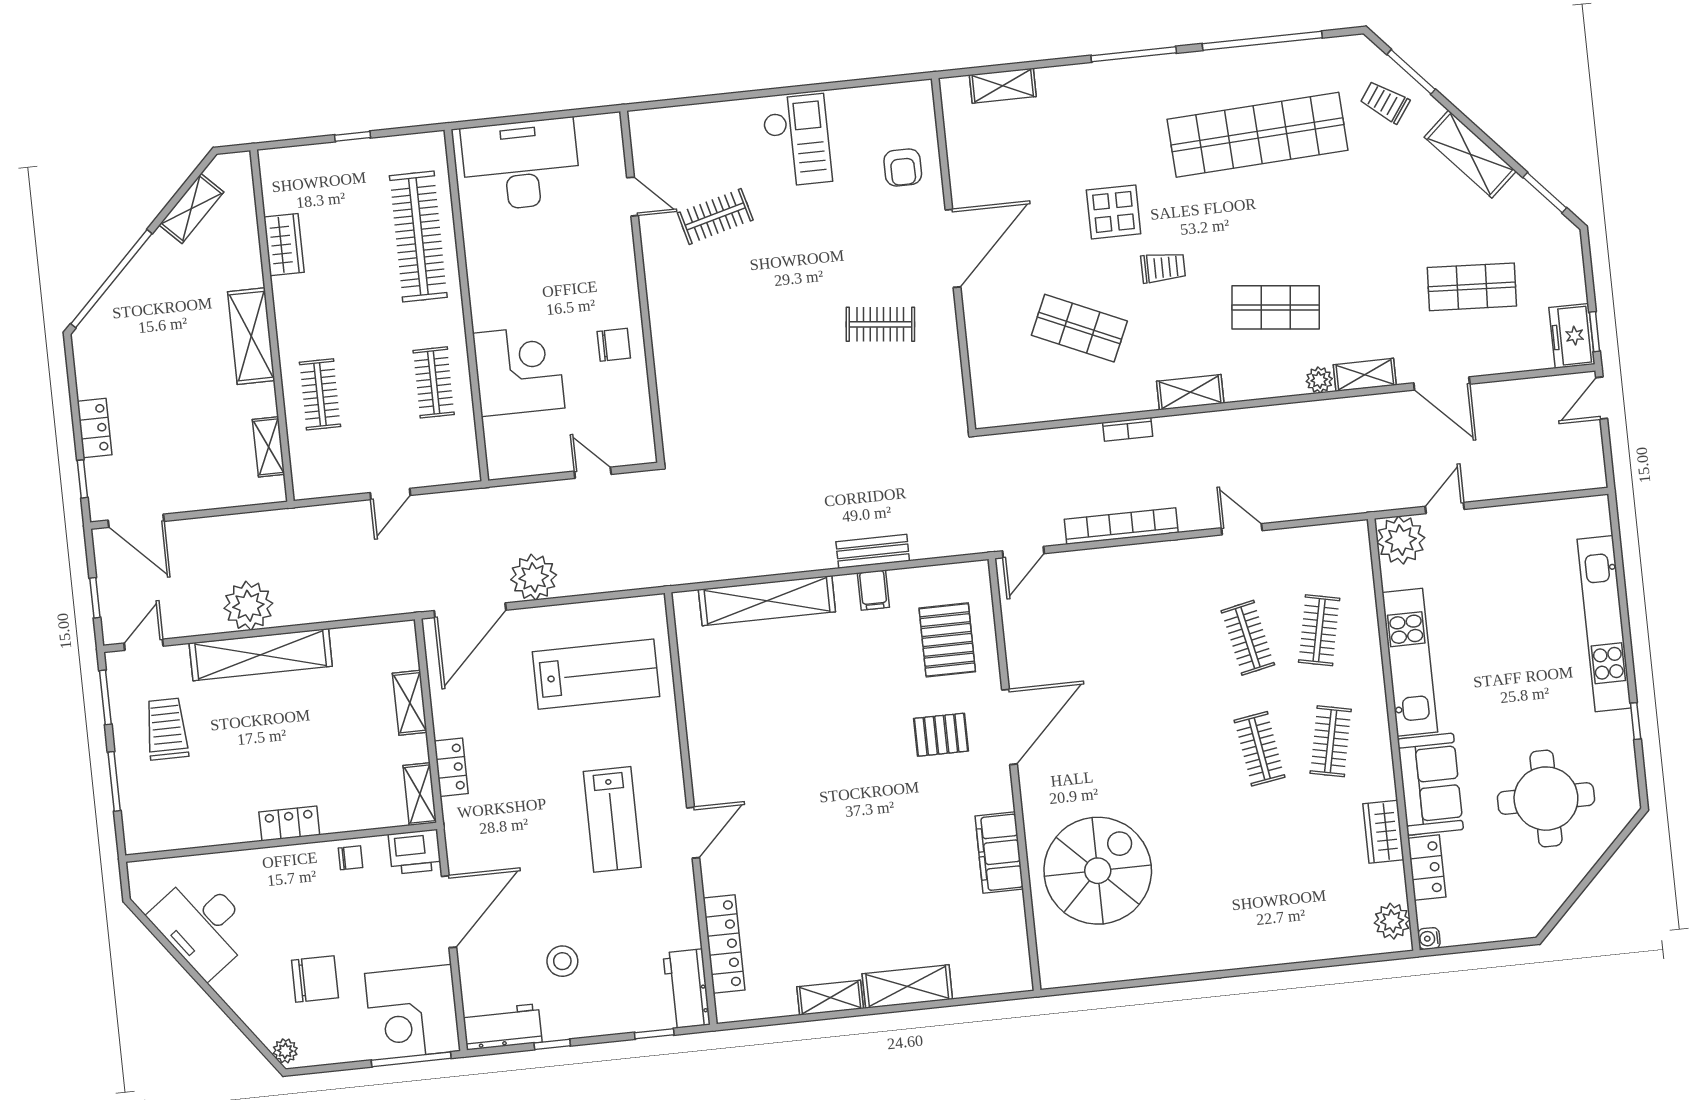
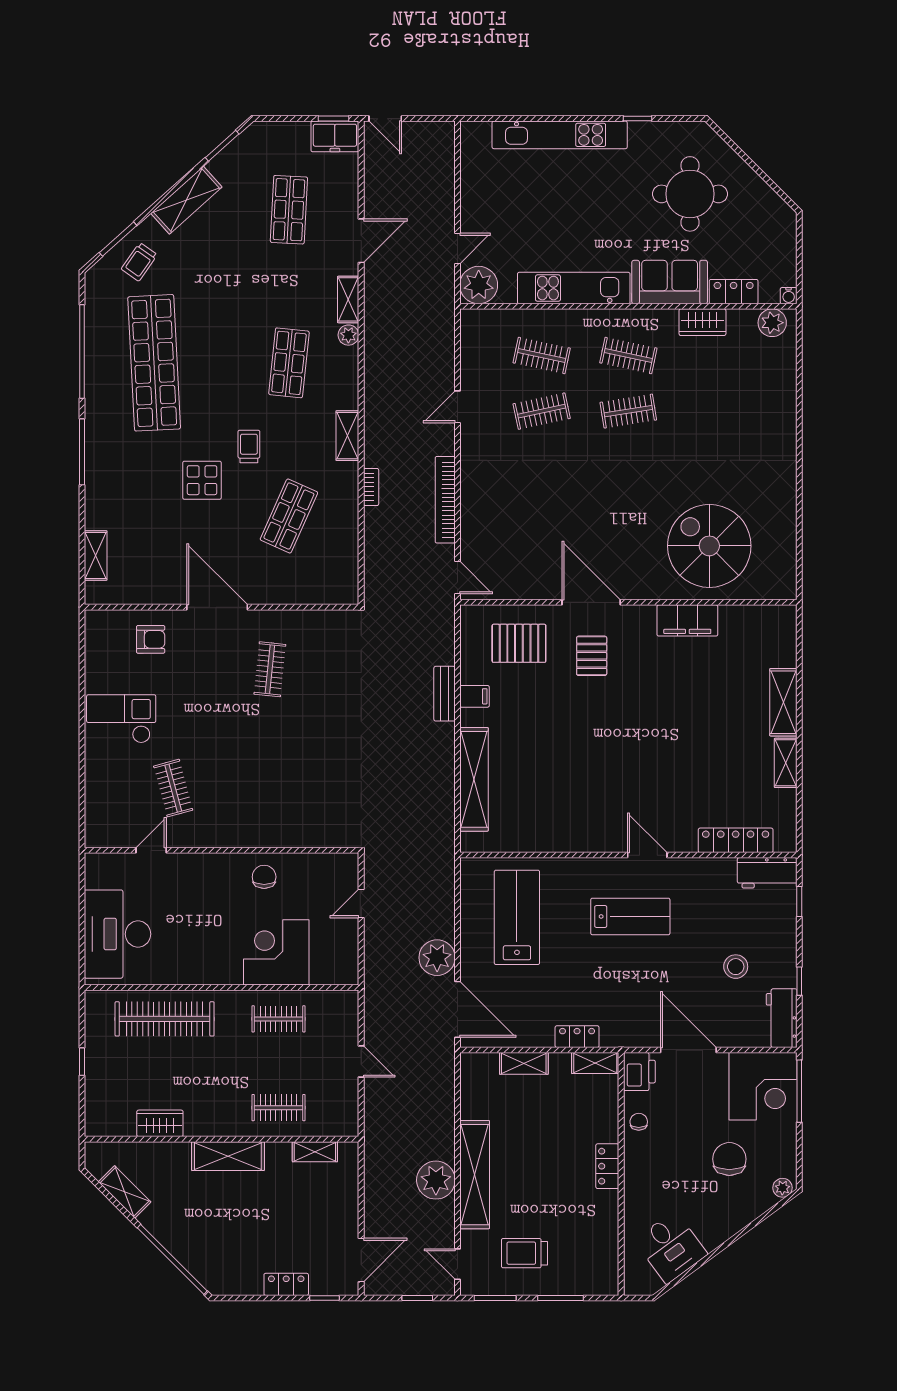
door: (1445, 508) -> (457, 249), swing flipped
desk: (202, 925) -> (671, 1247), width x0.73

